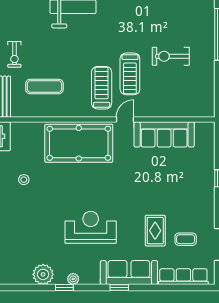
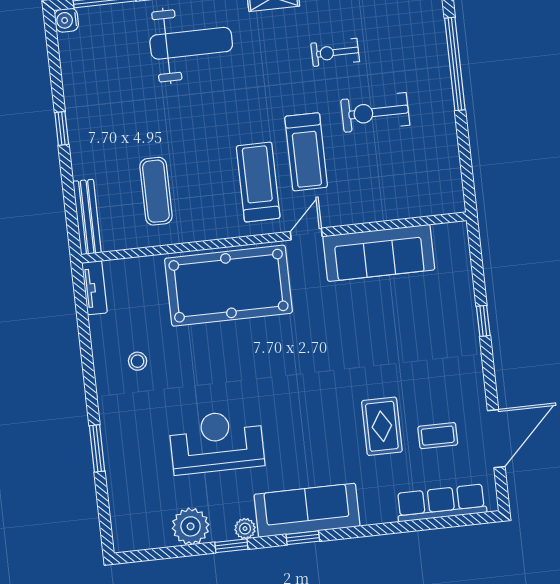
exercise bike: (14, 54) -> (335, 52), moved, turned 90
exercise mat: (44, 87) -> (156, 191), turned 90
reception desk: (91, 227) -> (217, 442), moved
sofa: (129, 273) -> (307, 510), moved
window: (119, 288) -> (303, 538), moved

